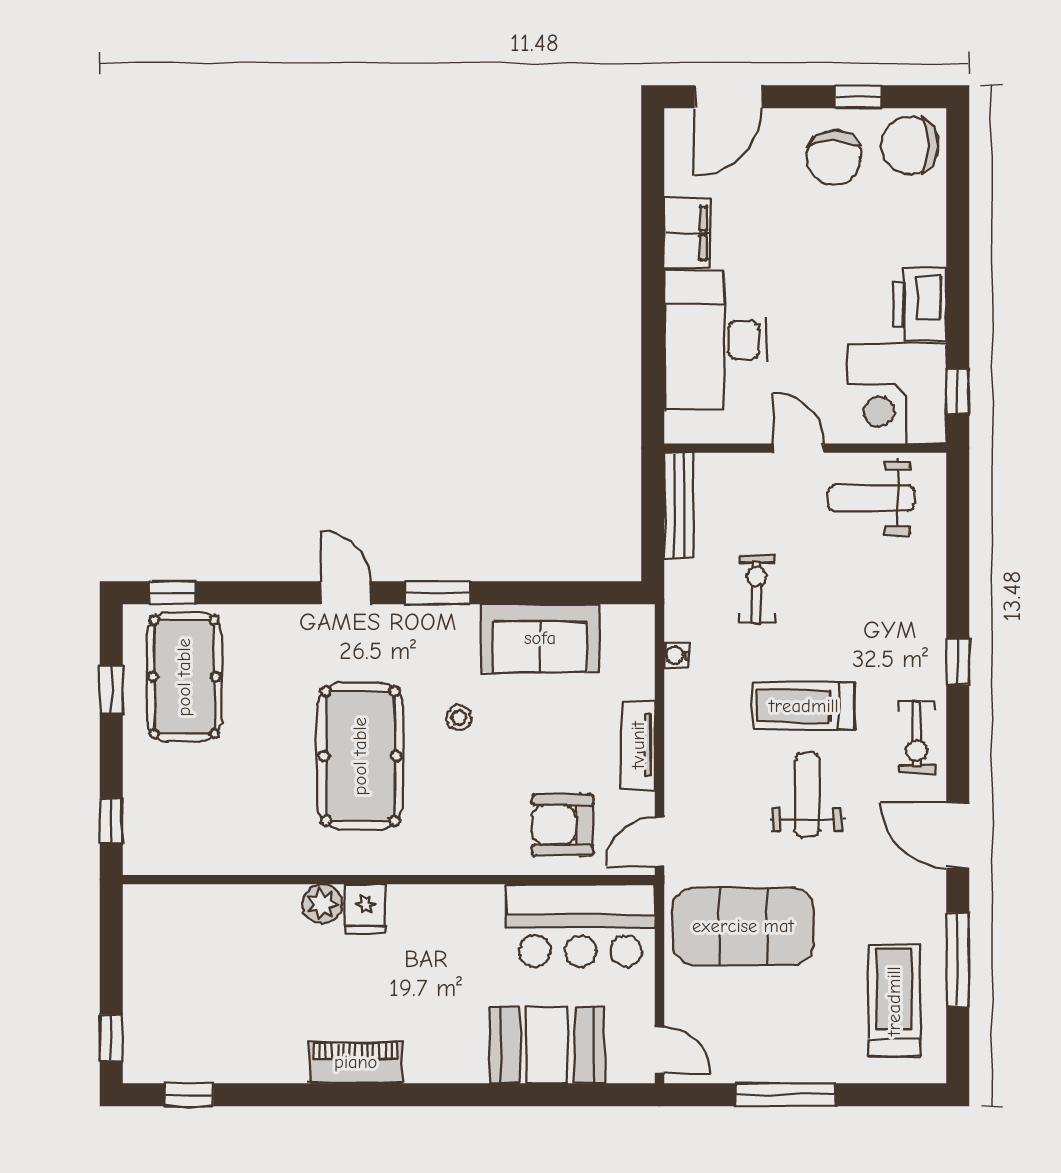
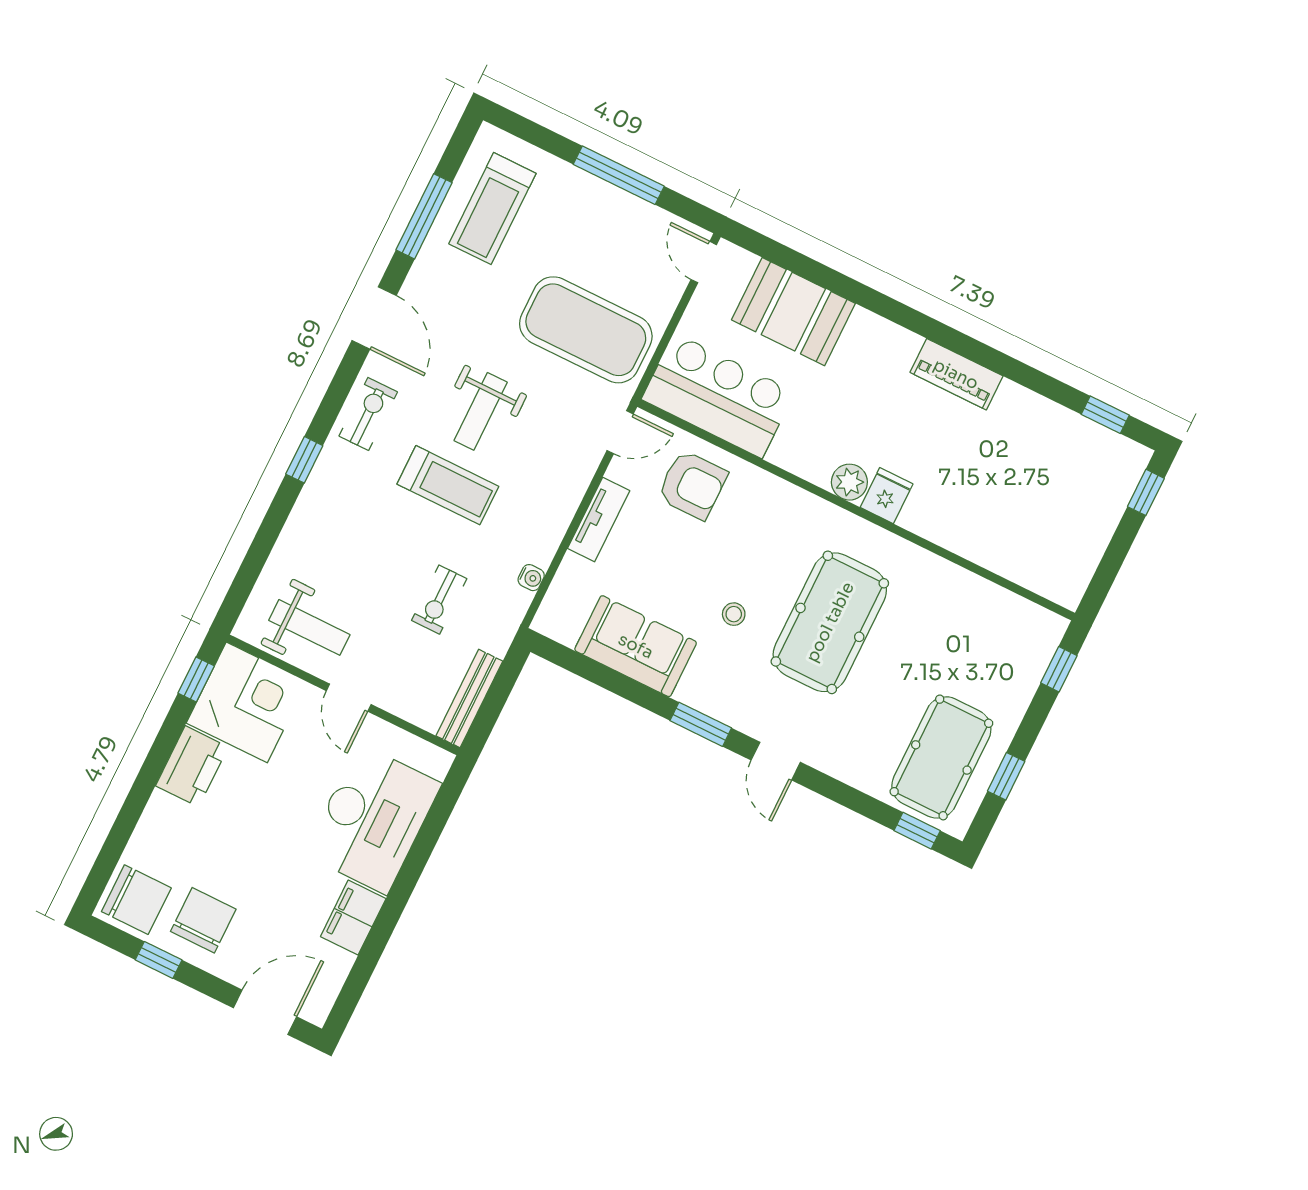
plant: (322, 904) -> (849, 482), moved

